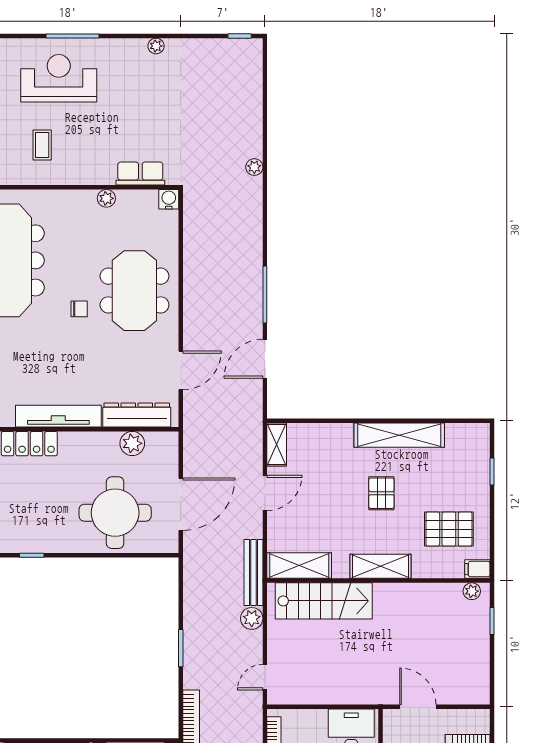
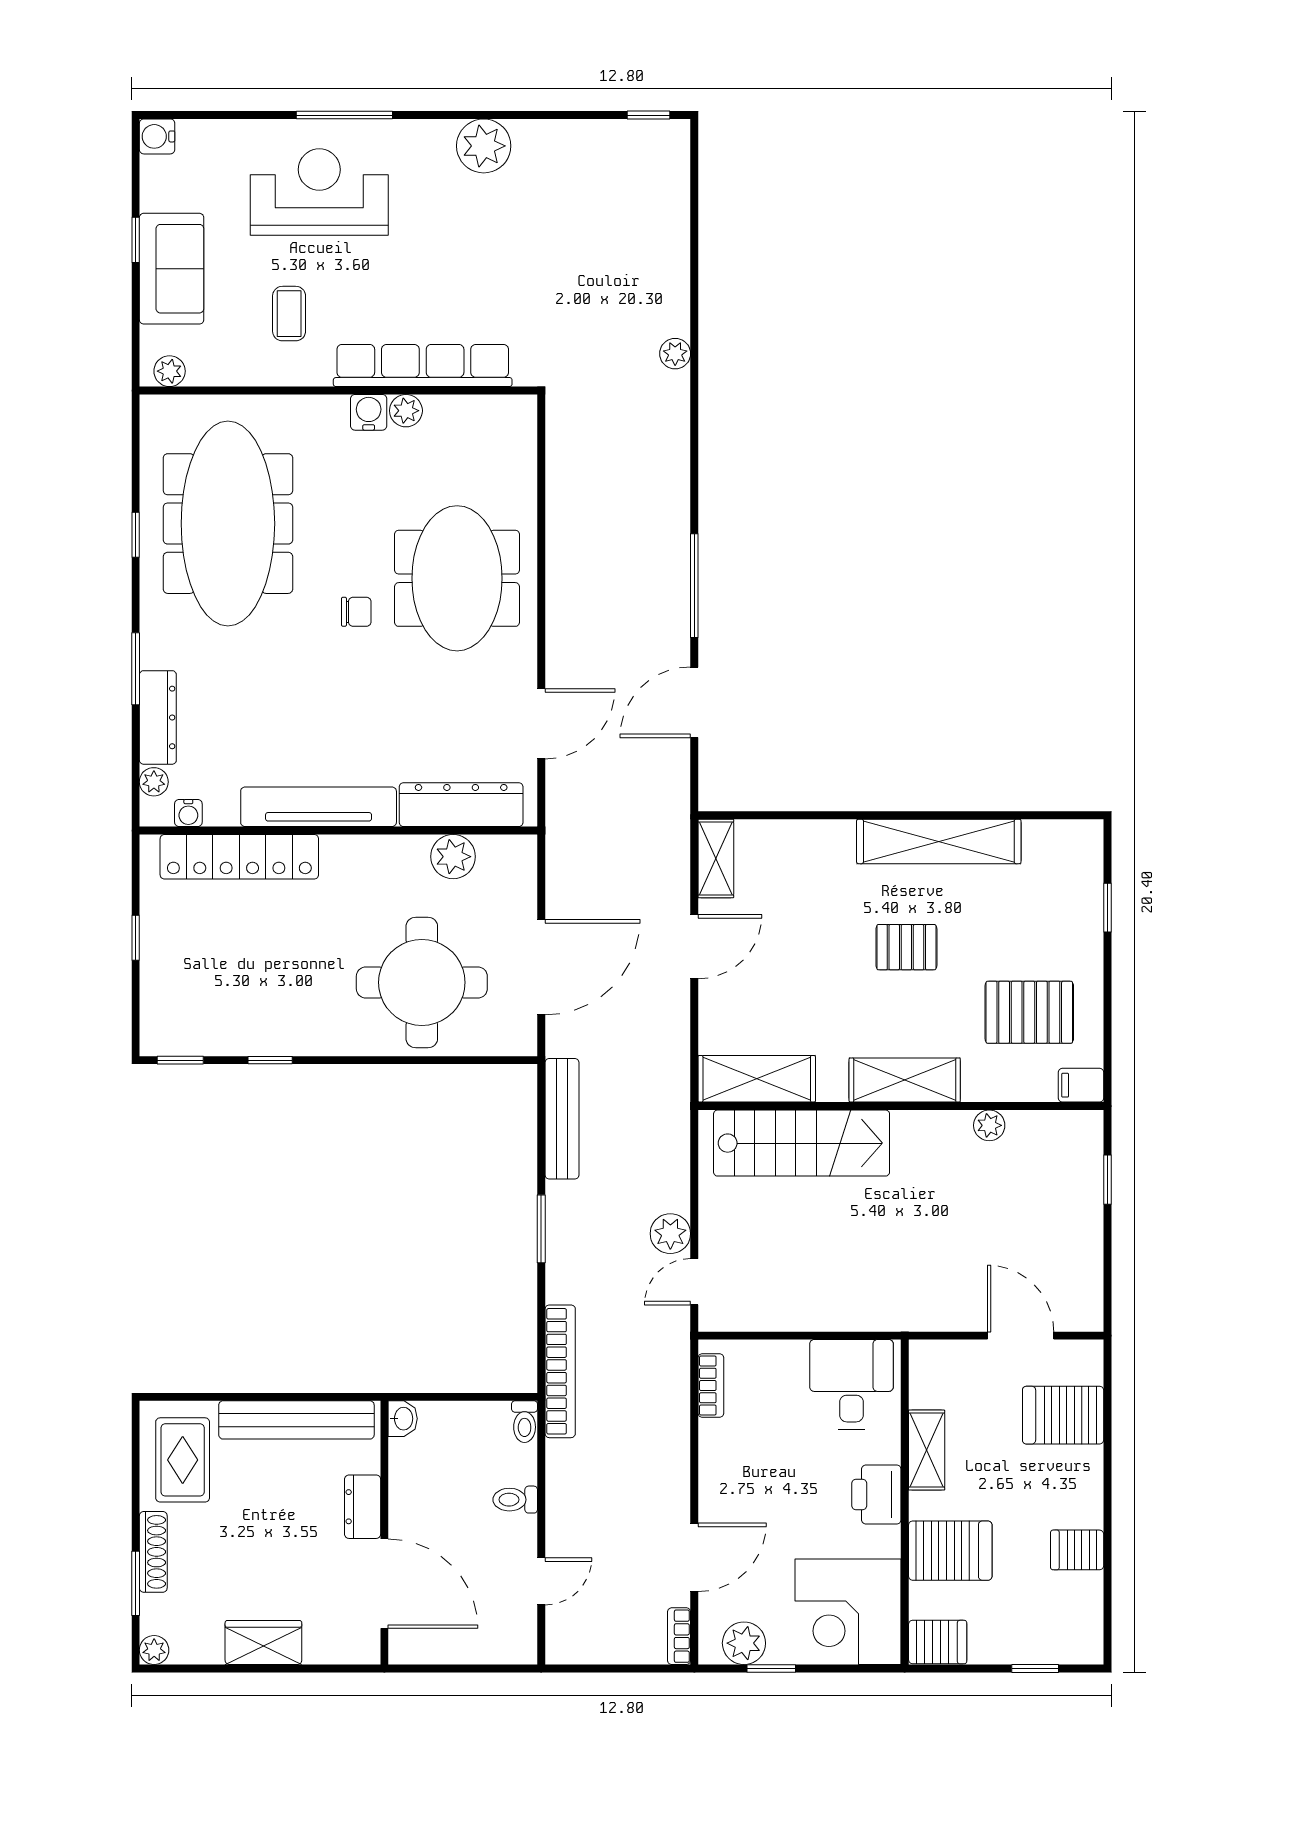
plant: (156, 46) -> (484, 146), width x1.88, depth x1.88
row of seats: (140, 174) -> (423, 366), width x2.02
water cooler: (169, 199) -> (369, 412), moved
pallet: (381, 493) -> (906, 947), turned 90
bench: (253, 572) -> (562, 1119), moved
plant: (472, 591) -> (989, 1125), moved
plant: (252, 618) -> (670, 1234), moved
door: (418, 707) -> (1021, 1336), moved

